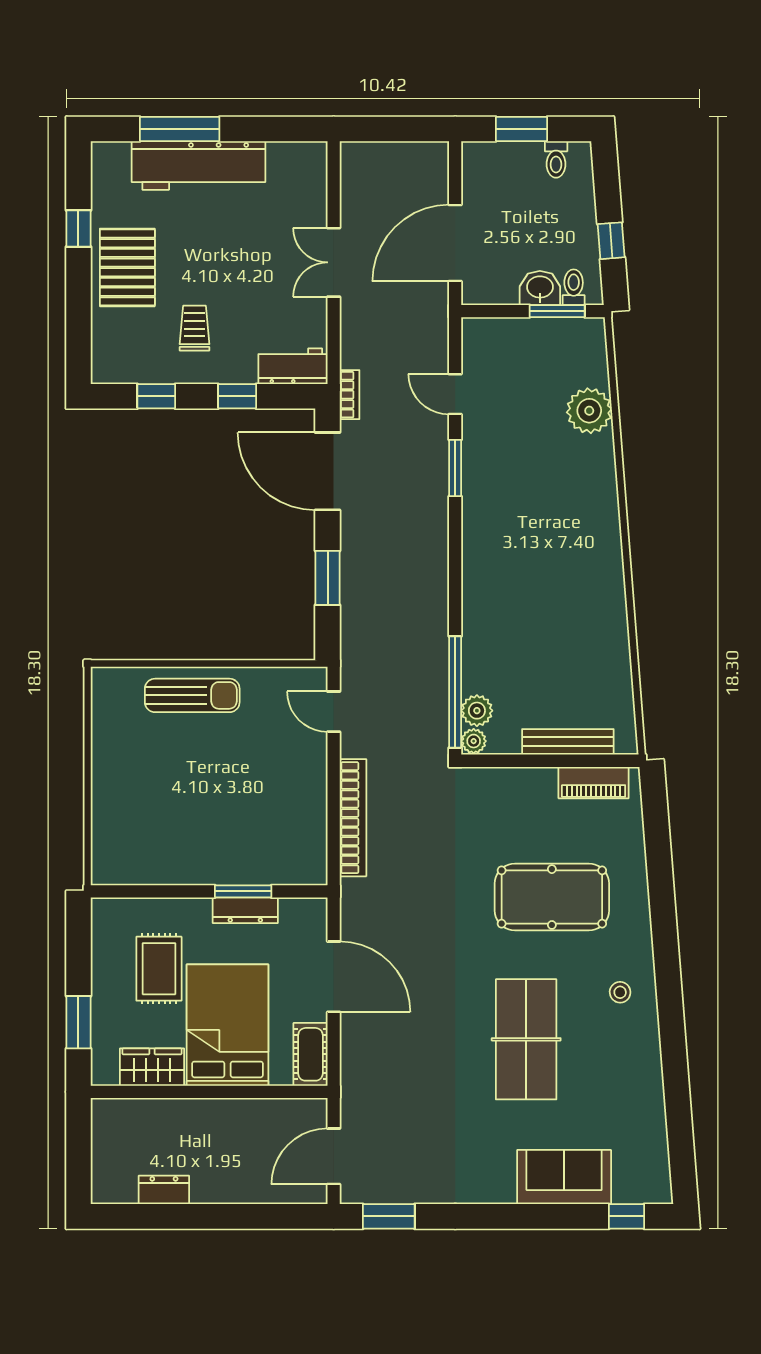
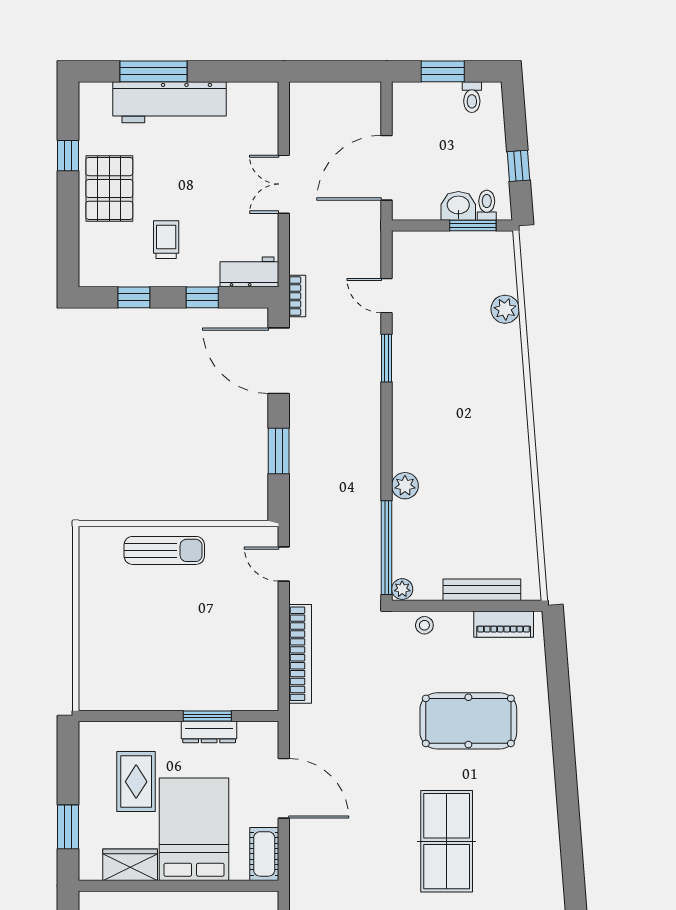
plant: (589, 411) -> (505, 309), width x0.73, depth x0.73
plant: (477, 711) -> (405, 486), moved
stool: (620, 992) -> (424, 625), moved

